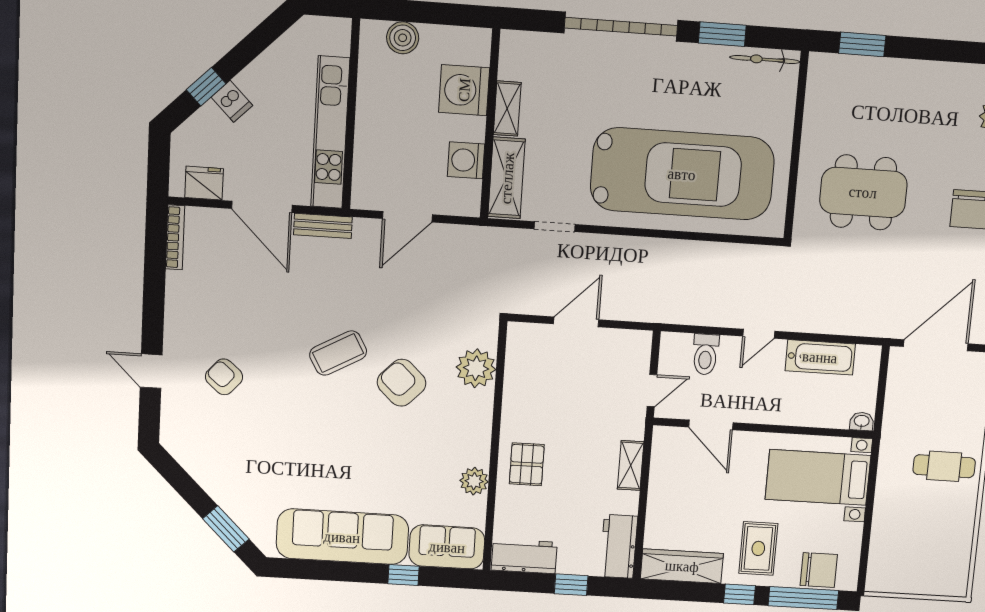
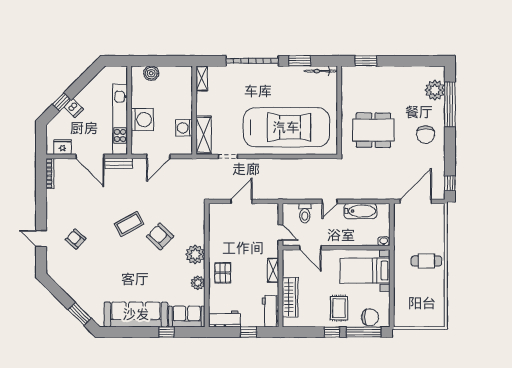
washing machine: (464, 90) -> (142, 120), moved, turned 180
shelving: (507, 108) -> (202, 78), moved
plant: (476, 368) -> (195, 254), moved
door: (652, 391) -> (280, 233), hinge flipped
wardrobe: (682, 566) -> (290, 297), moved, turned 90

